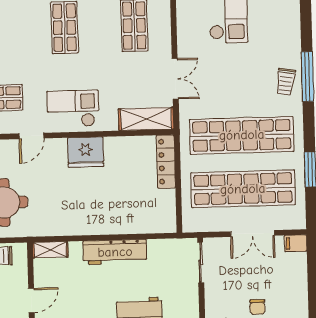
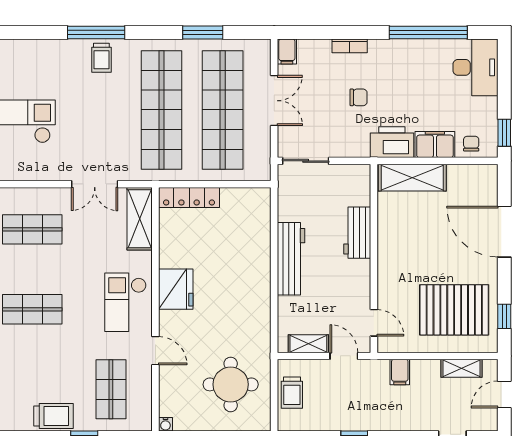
double door: (175, 79) -> (95, 184), swing flipped
trolley: (286, 82) -> (101, 58), turned 81
shelving: (50, 250) -> (308, 344), moved, turned 90
bookcase: (302, 298) -> (350, 46), added

